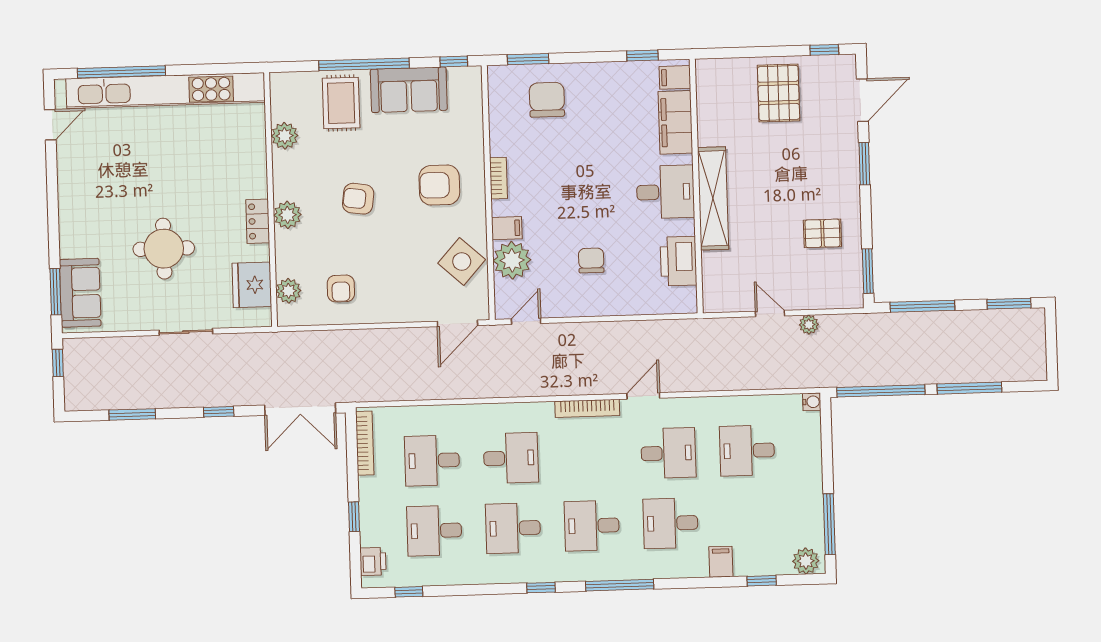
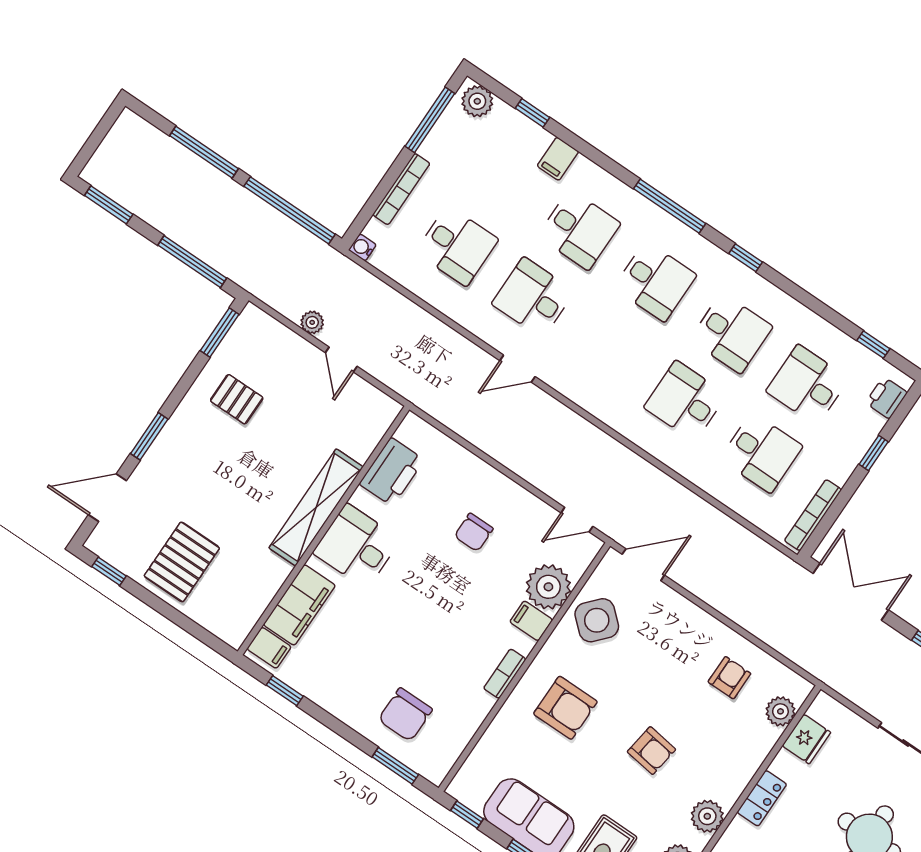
plant: (287, 215) -> (707, 816), moved
fridge: (252, 285) -> (806, 739), width x0.73, depth x0.75
bookcase: (587, 408) -> (401, 189), moved, turned 90
desk: (434, 531) -> (807, 385), turned 180

